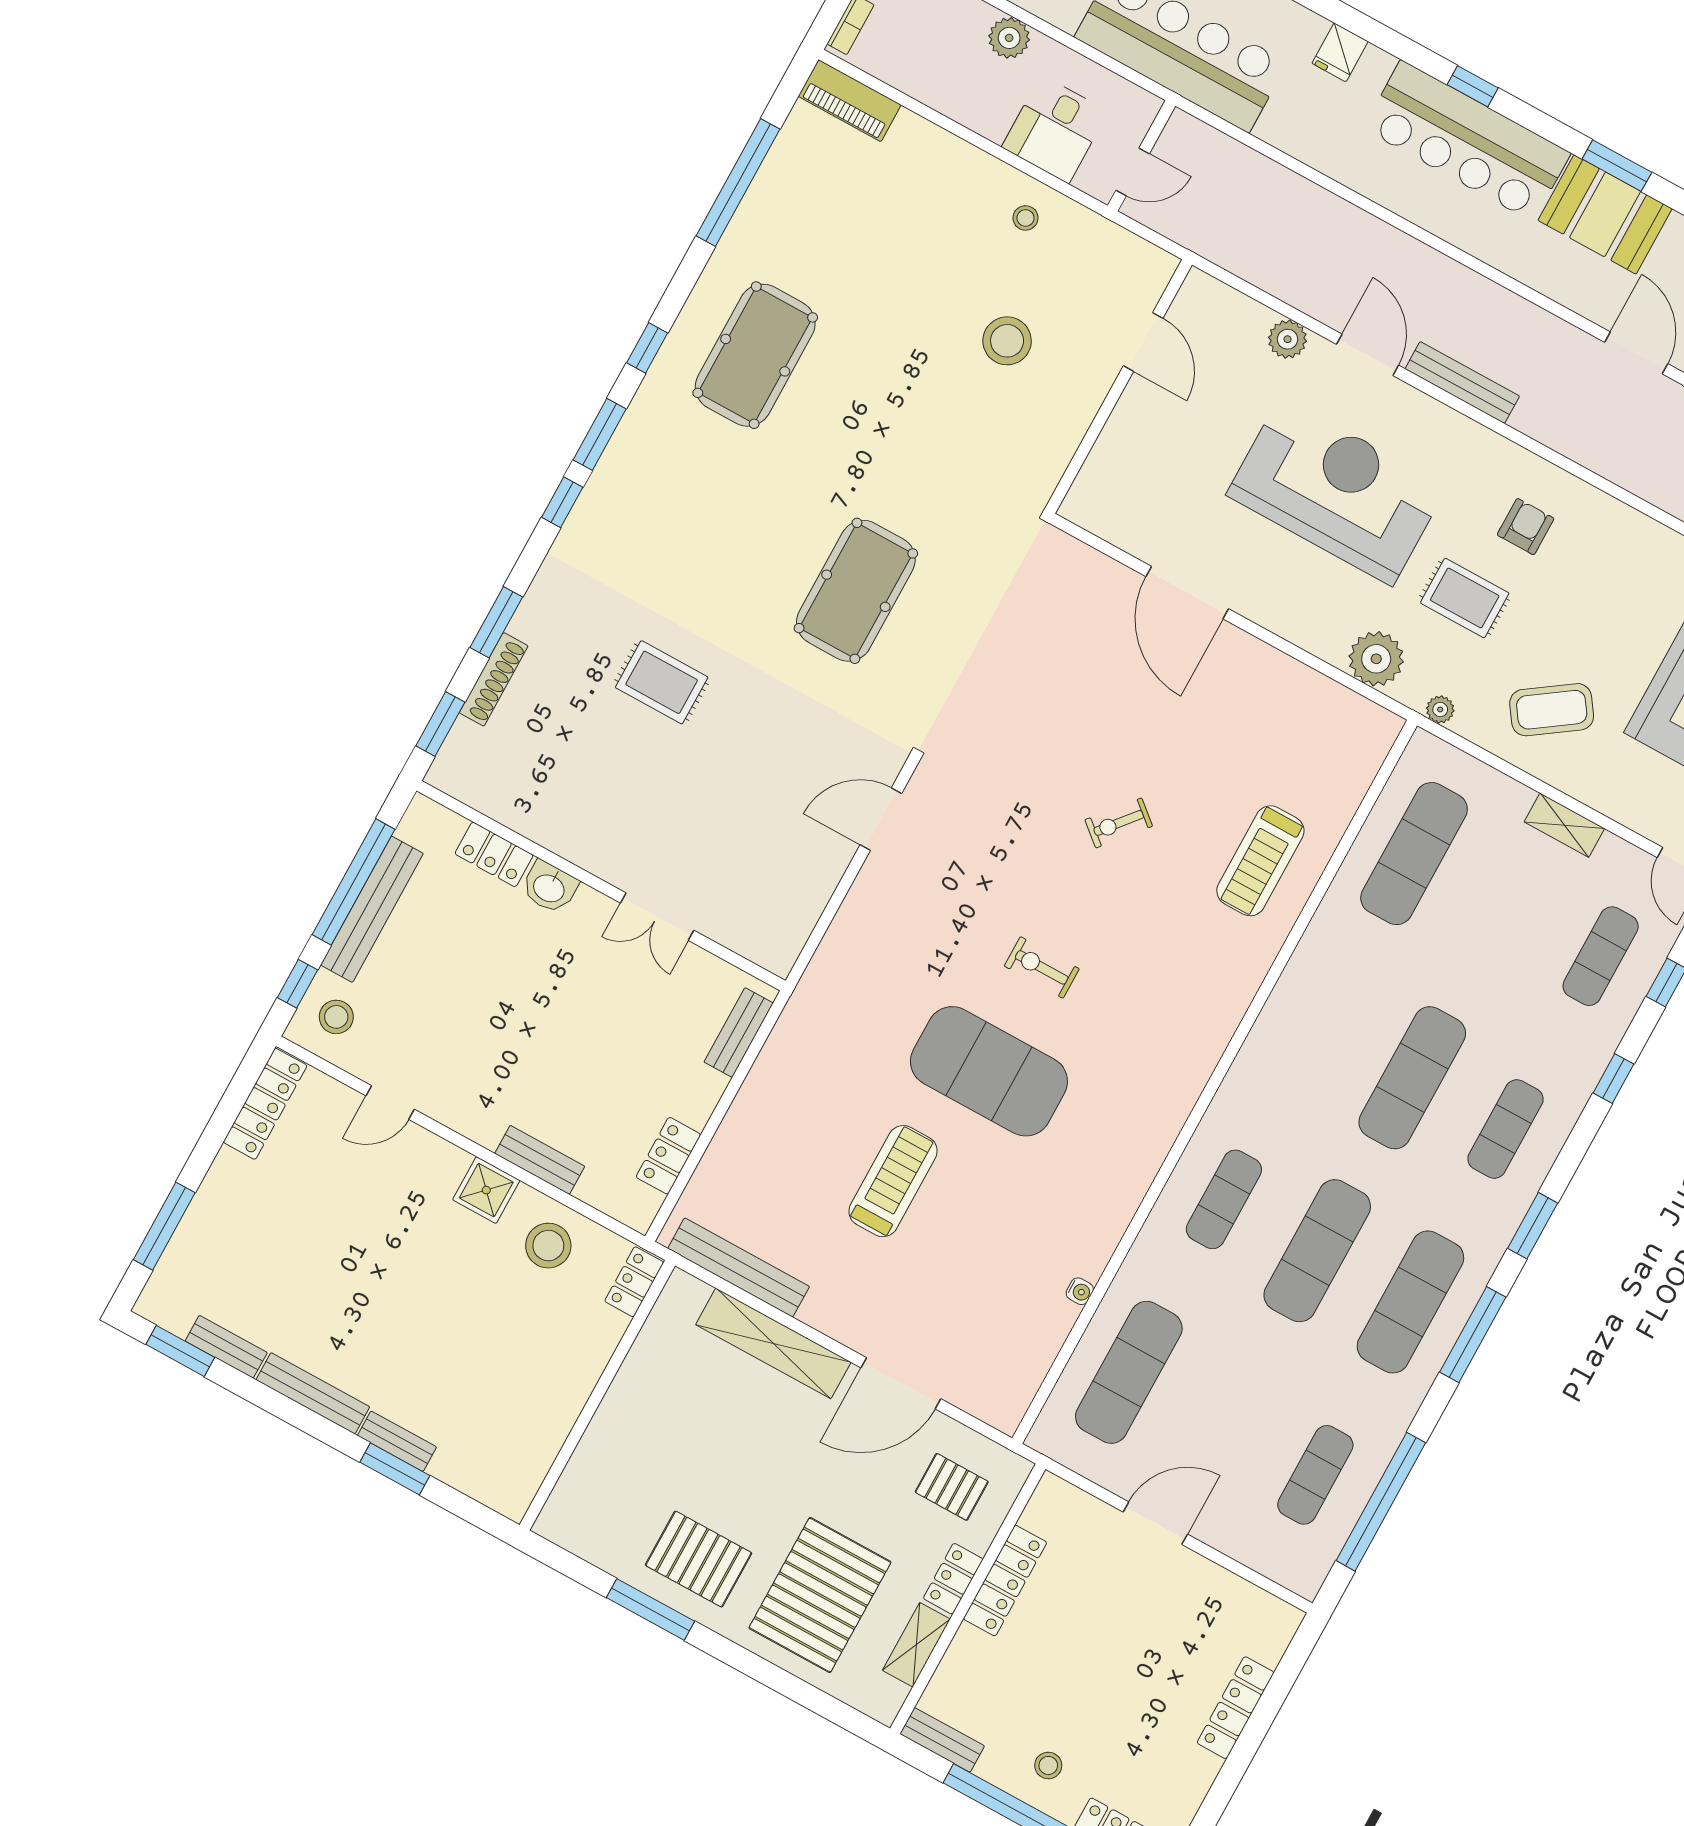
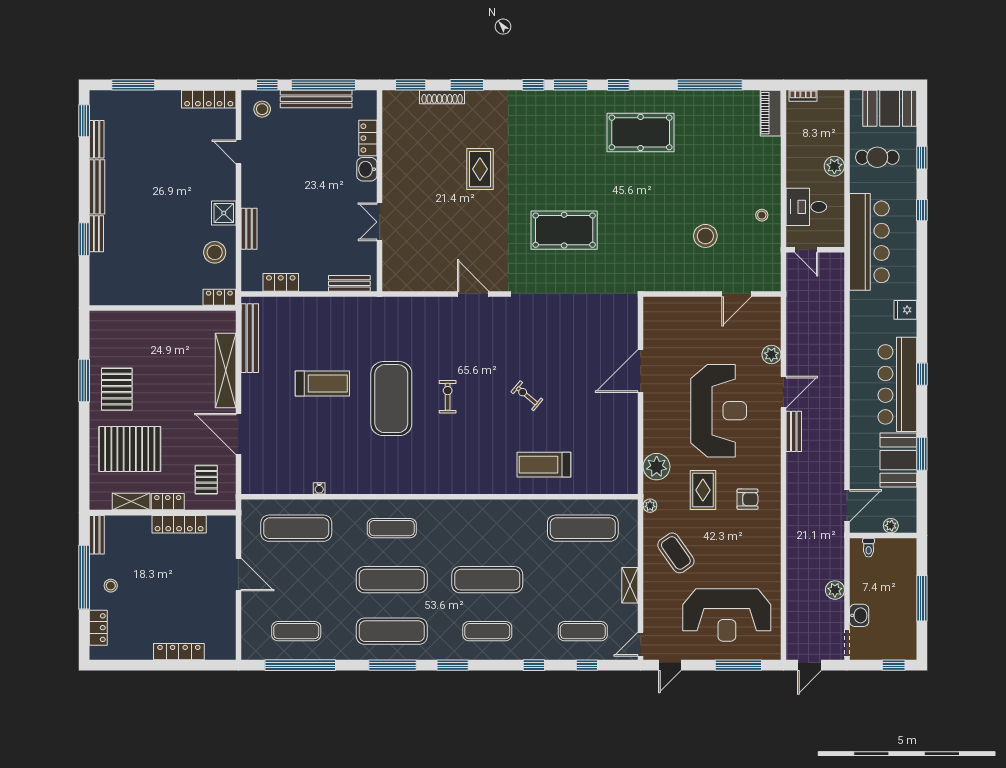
bench: (1462, 383) -> (794, 431), width x0.73

